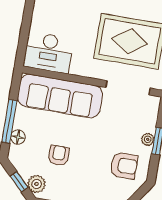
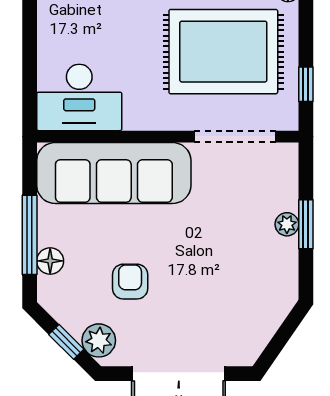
armchair: (124, 166) -> (252, 279), removed

